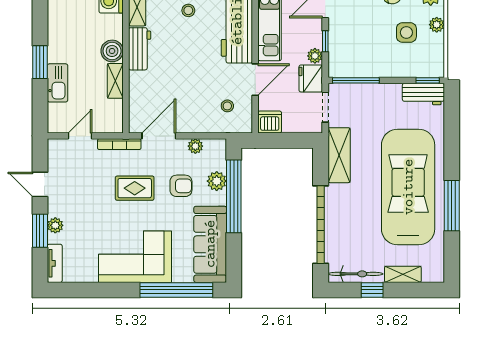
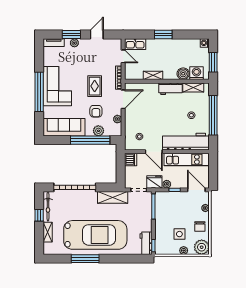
boiler: (112, 51) -> (183, 74), moved
kitchen sink: (57, 83) -> (135, 44), moved
door: (159, 136) -> (123, 99), hinge flipped
window: (176, 290) -> (39, 92), moved

